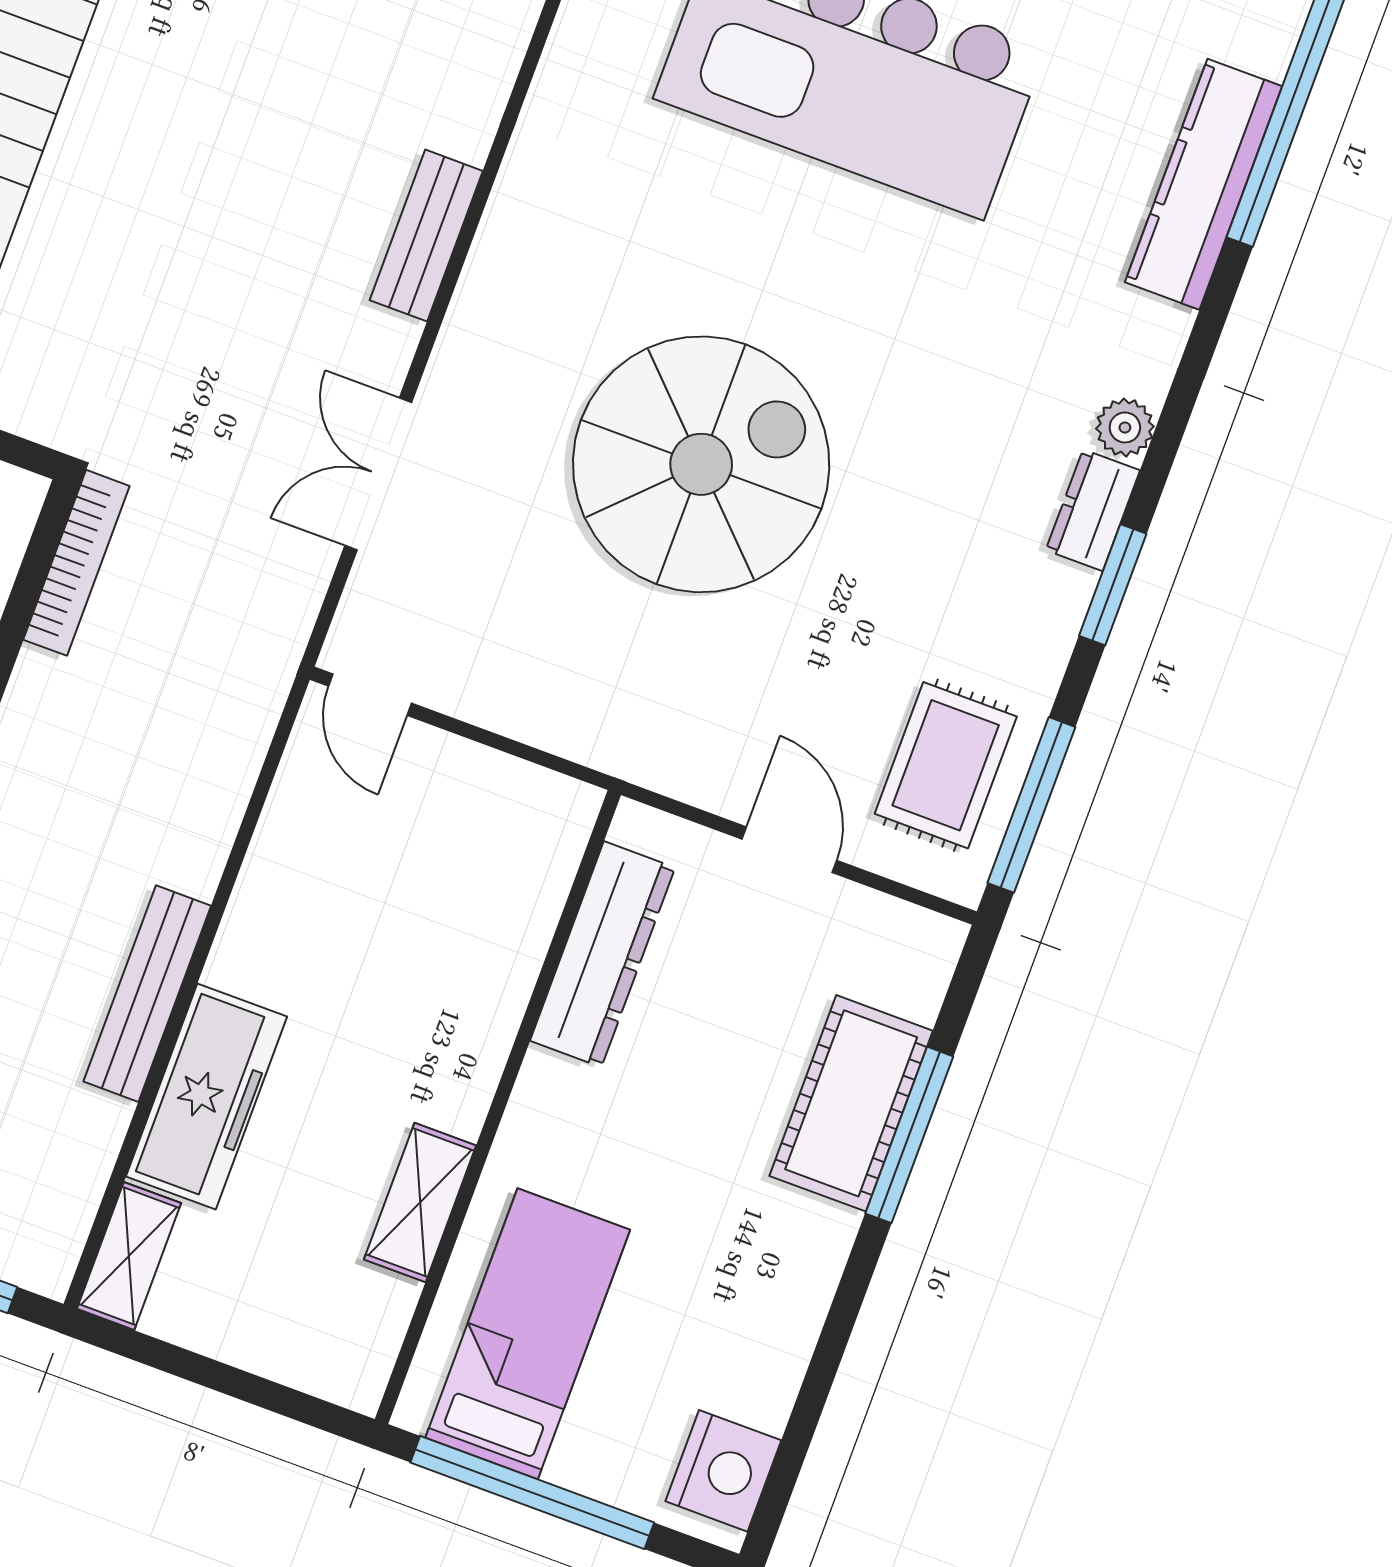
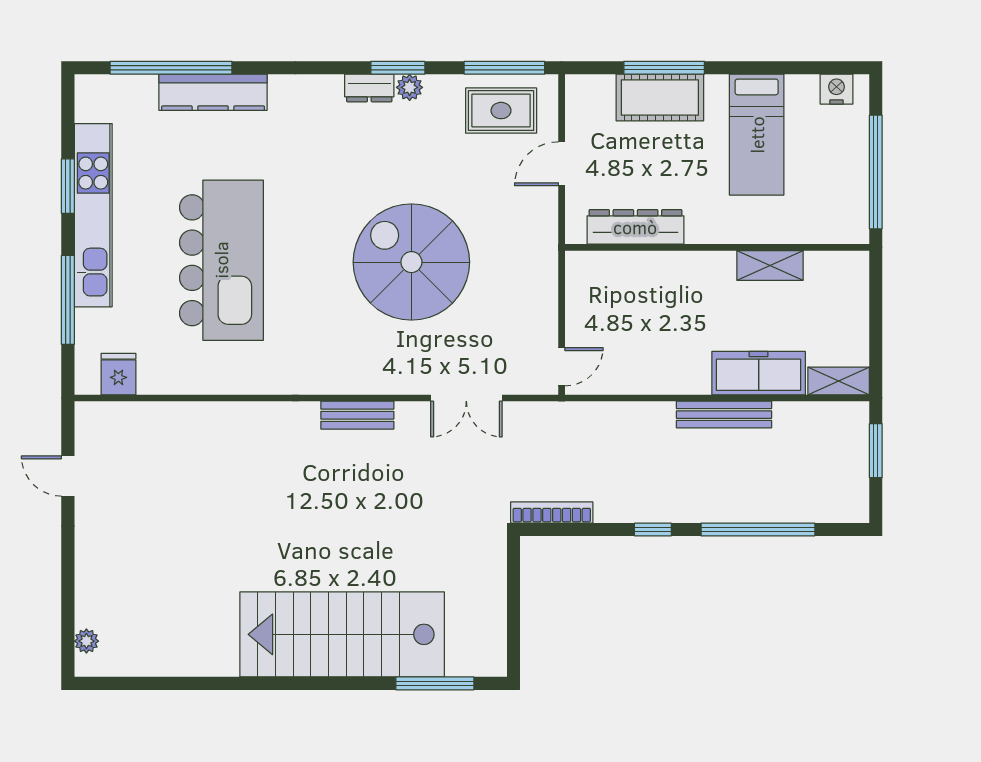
plant: (1125, 427) -> (410, 87), moved
bed: (528, 1334) -> (757, 135), moved, turned -90
nightstand: (723, 1471) -> (836, 89), width x0.74, depth x0.75

